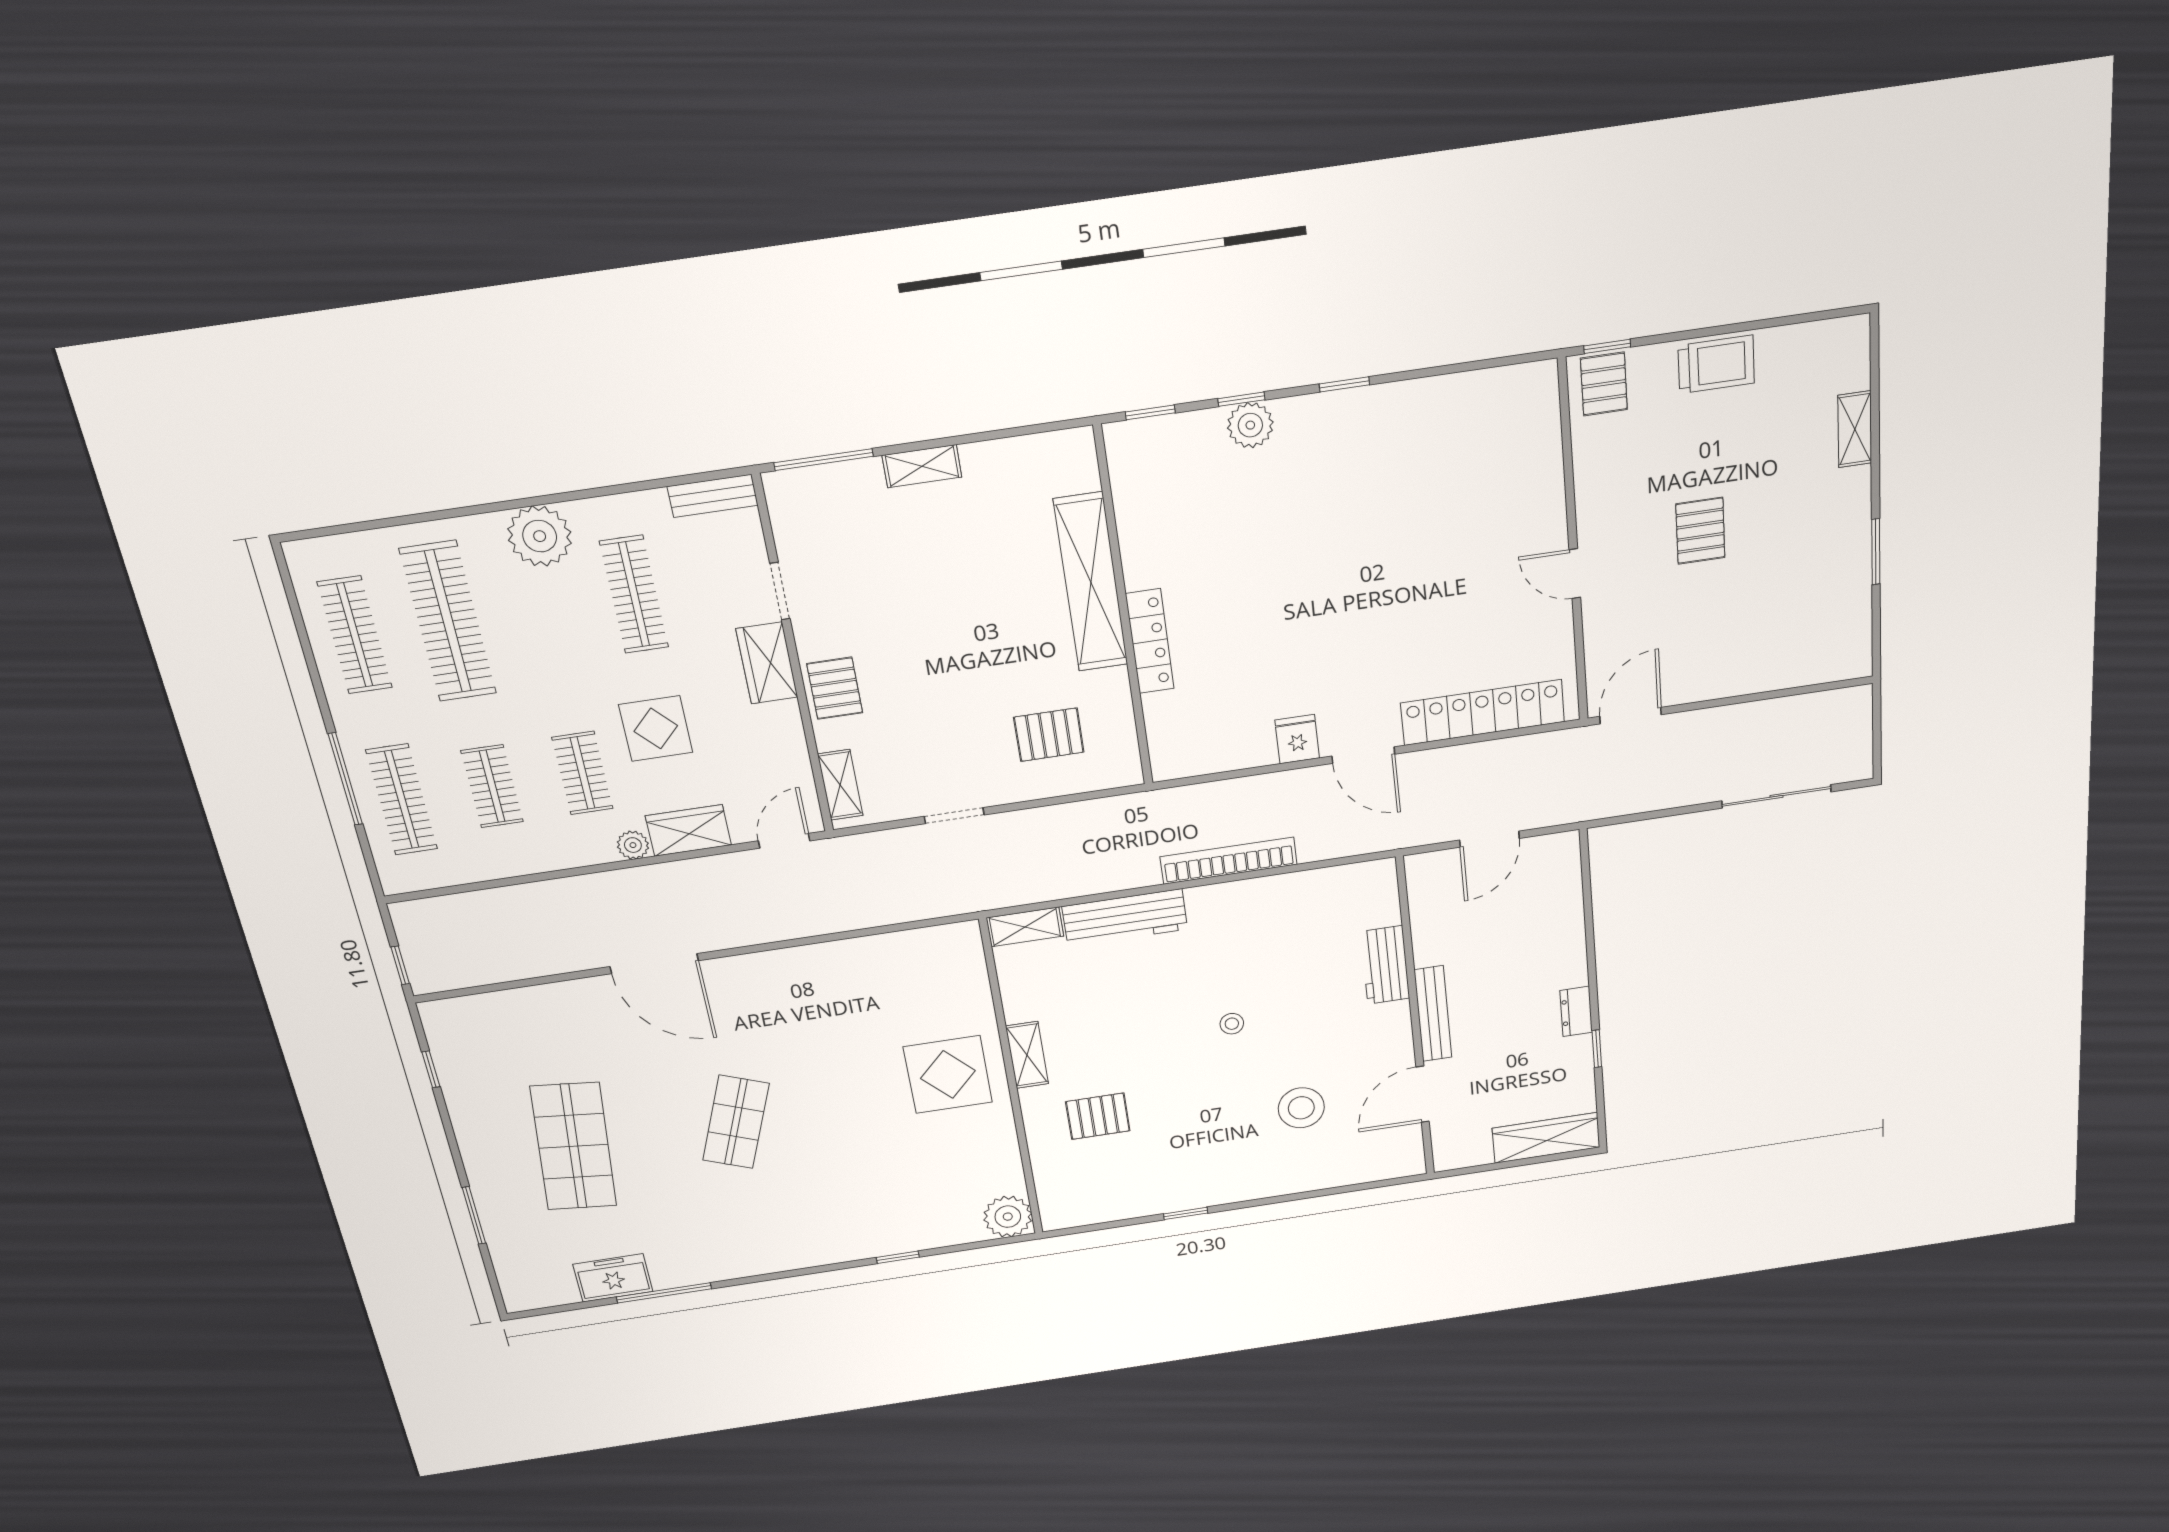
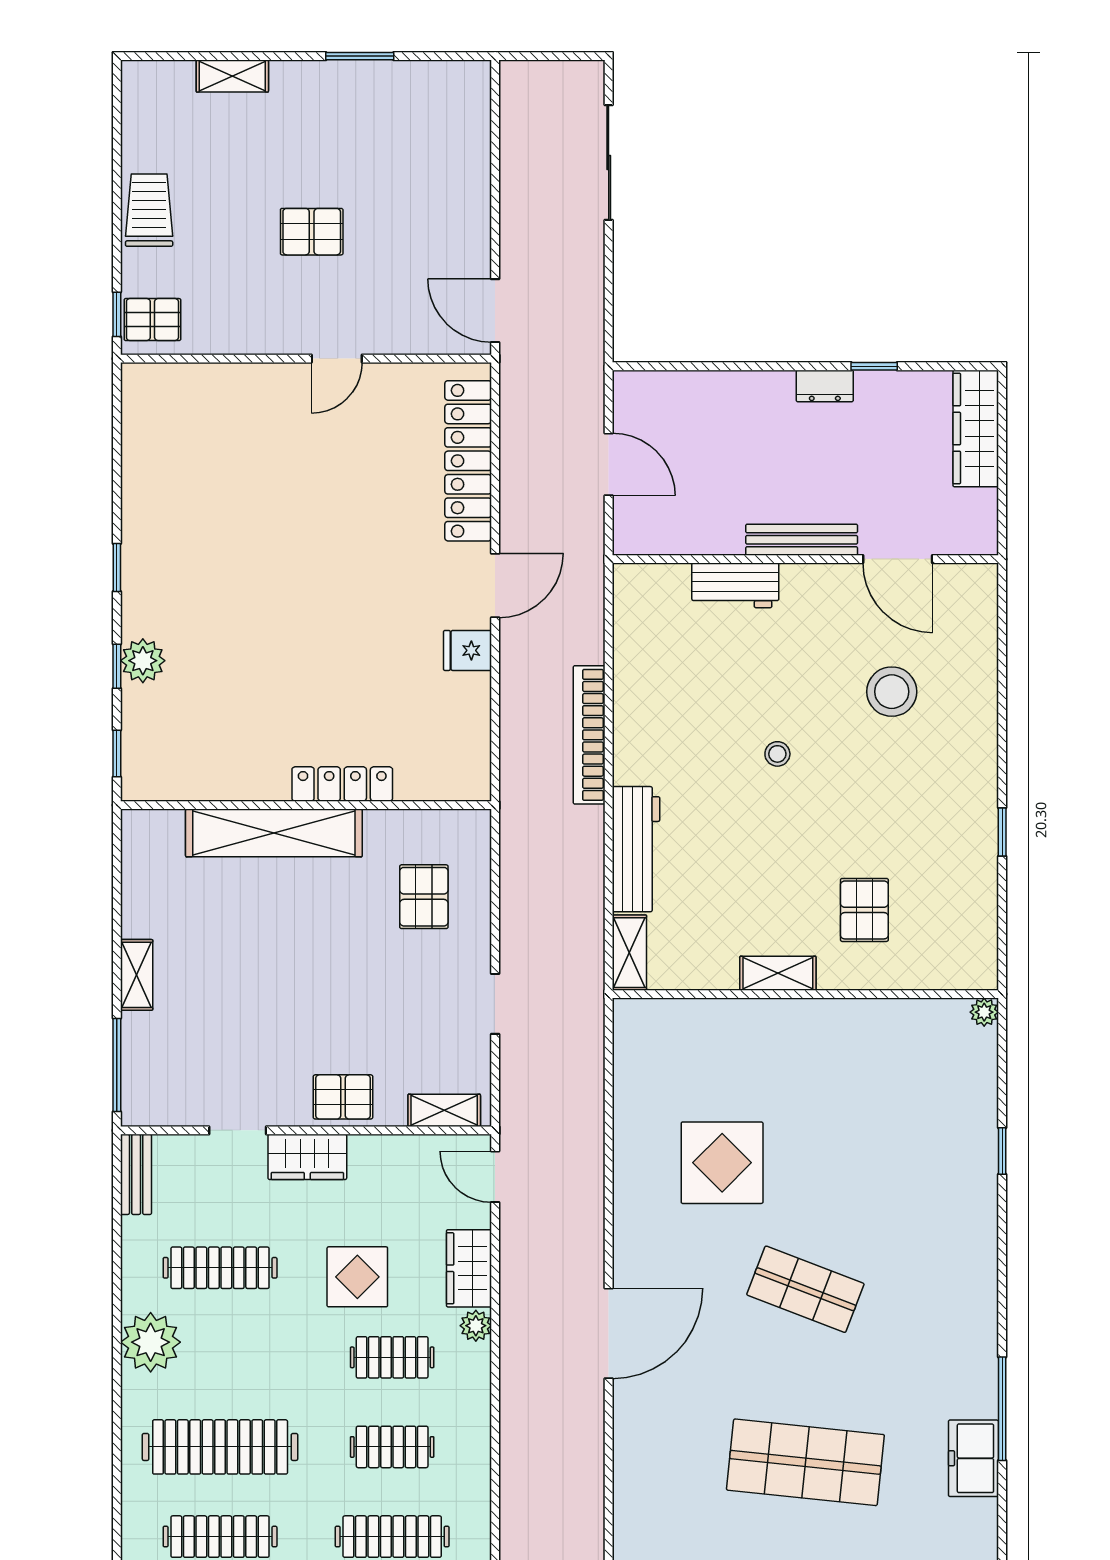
display table: (948, 1075) -> (722, 1163), moved
plant: (1008, 1217) -> (984, 1012), width x0.53, depth x0.53

